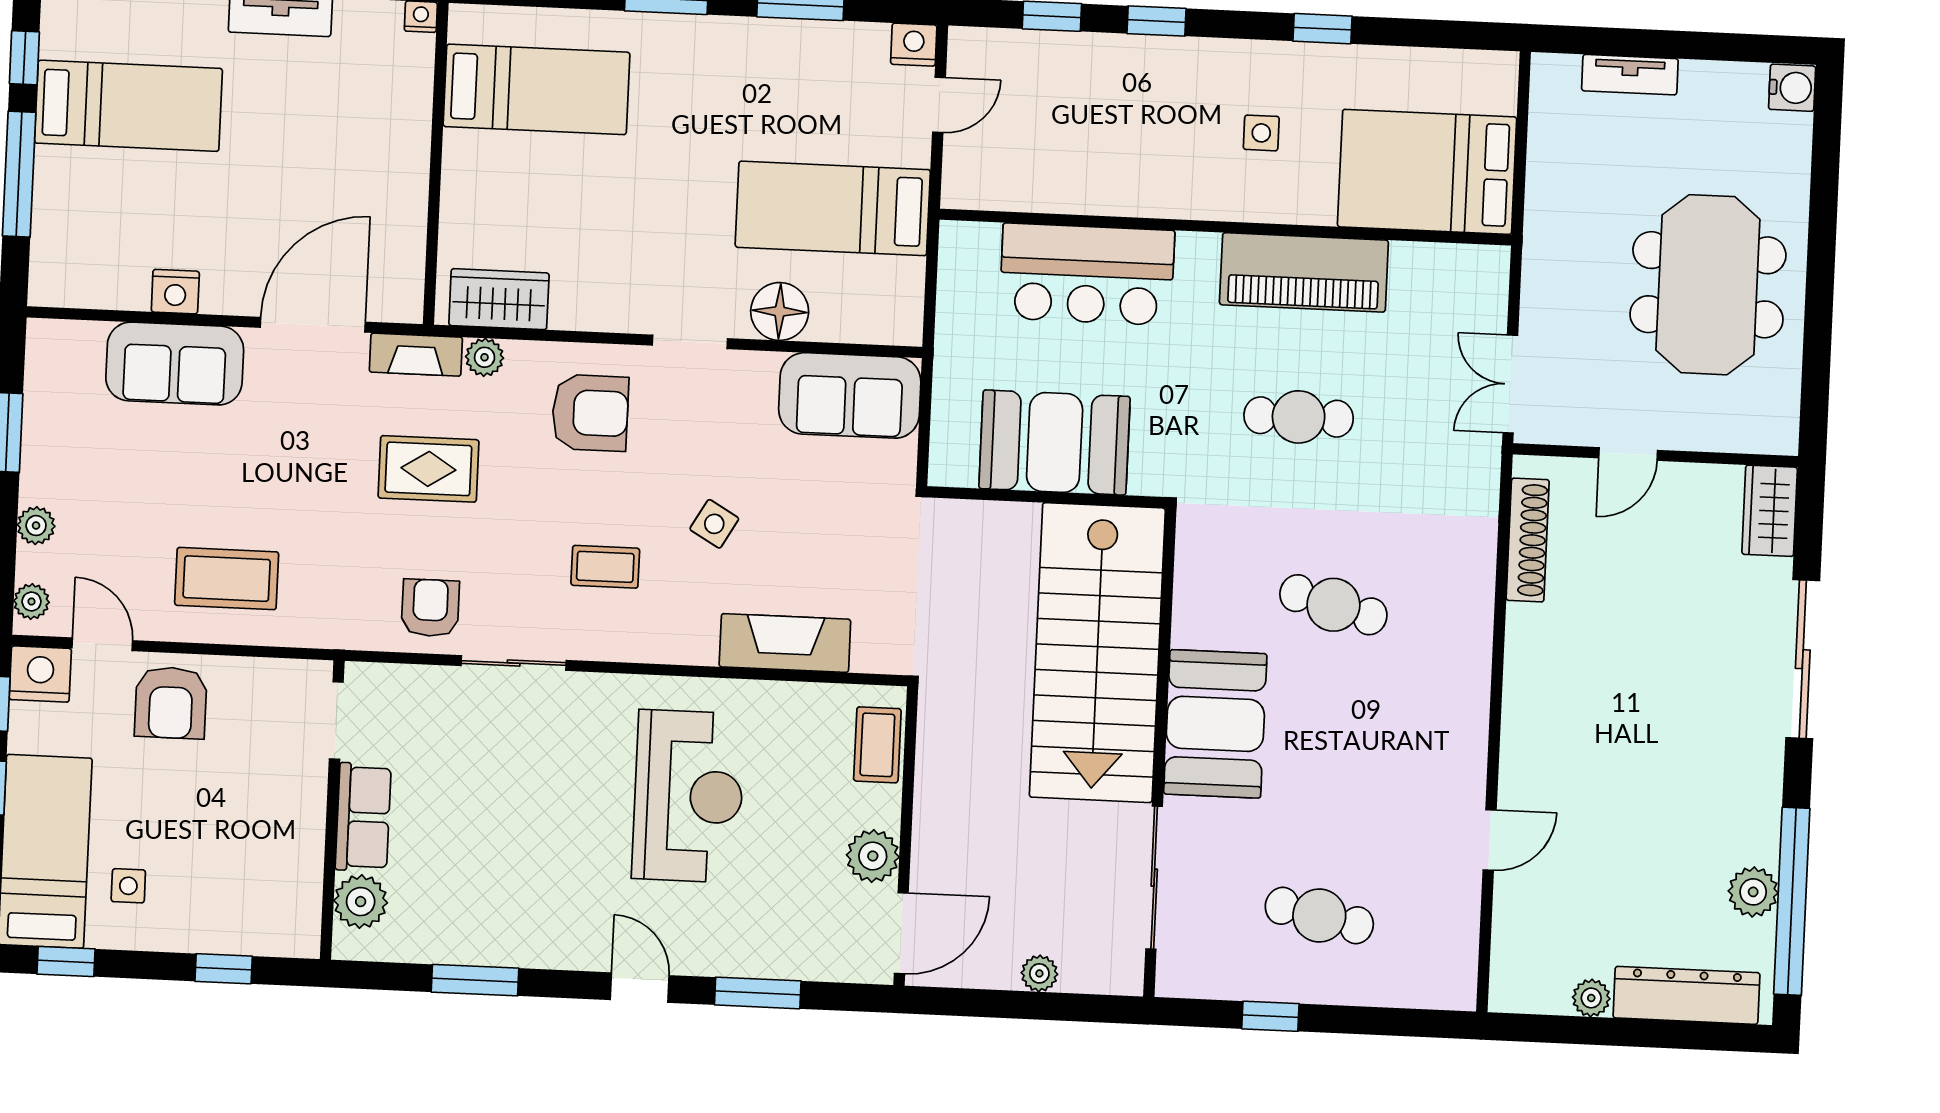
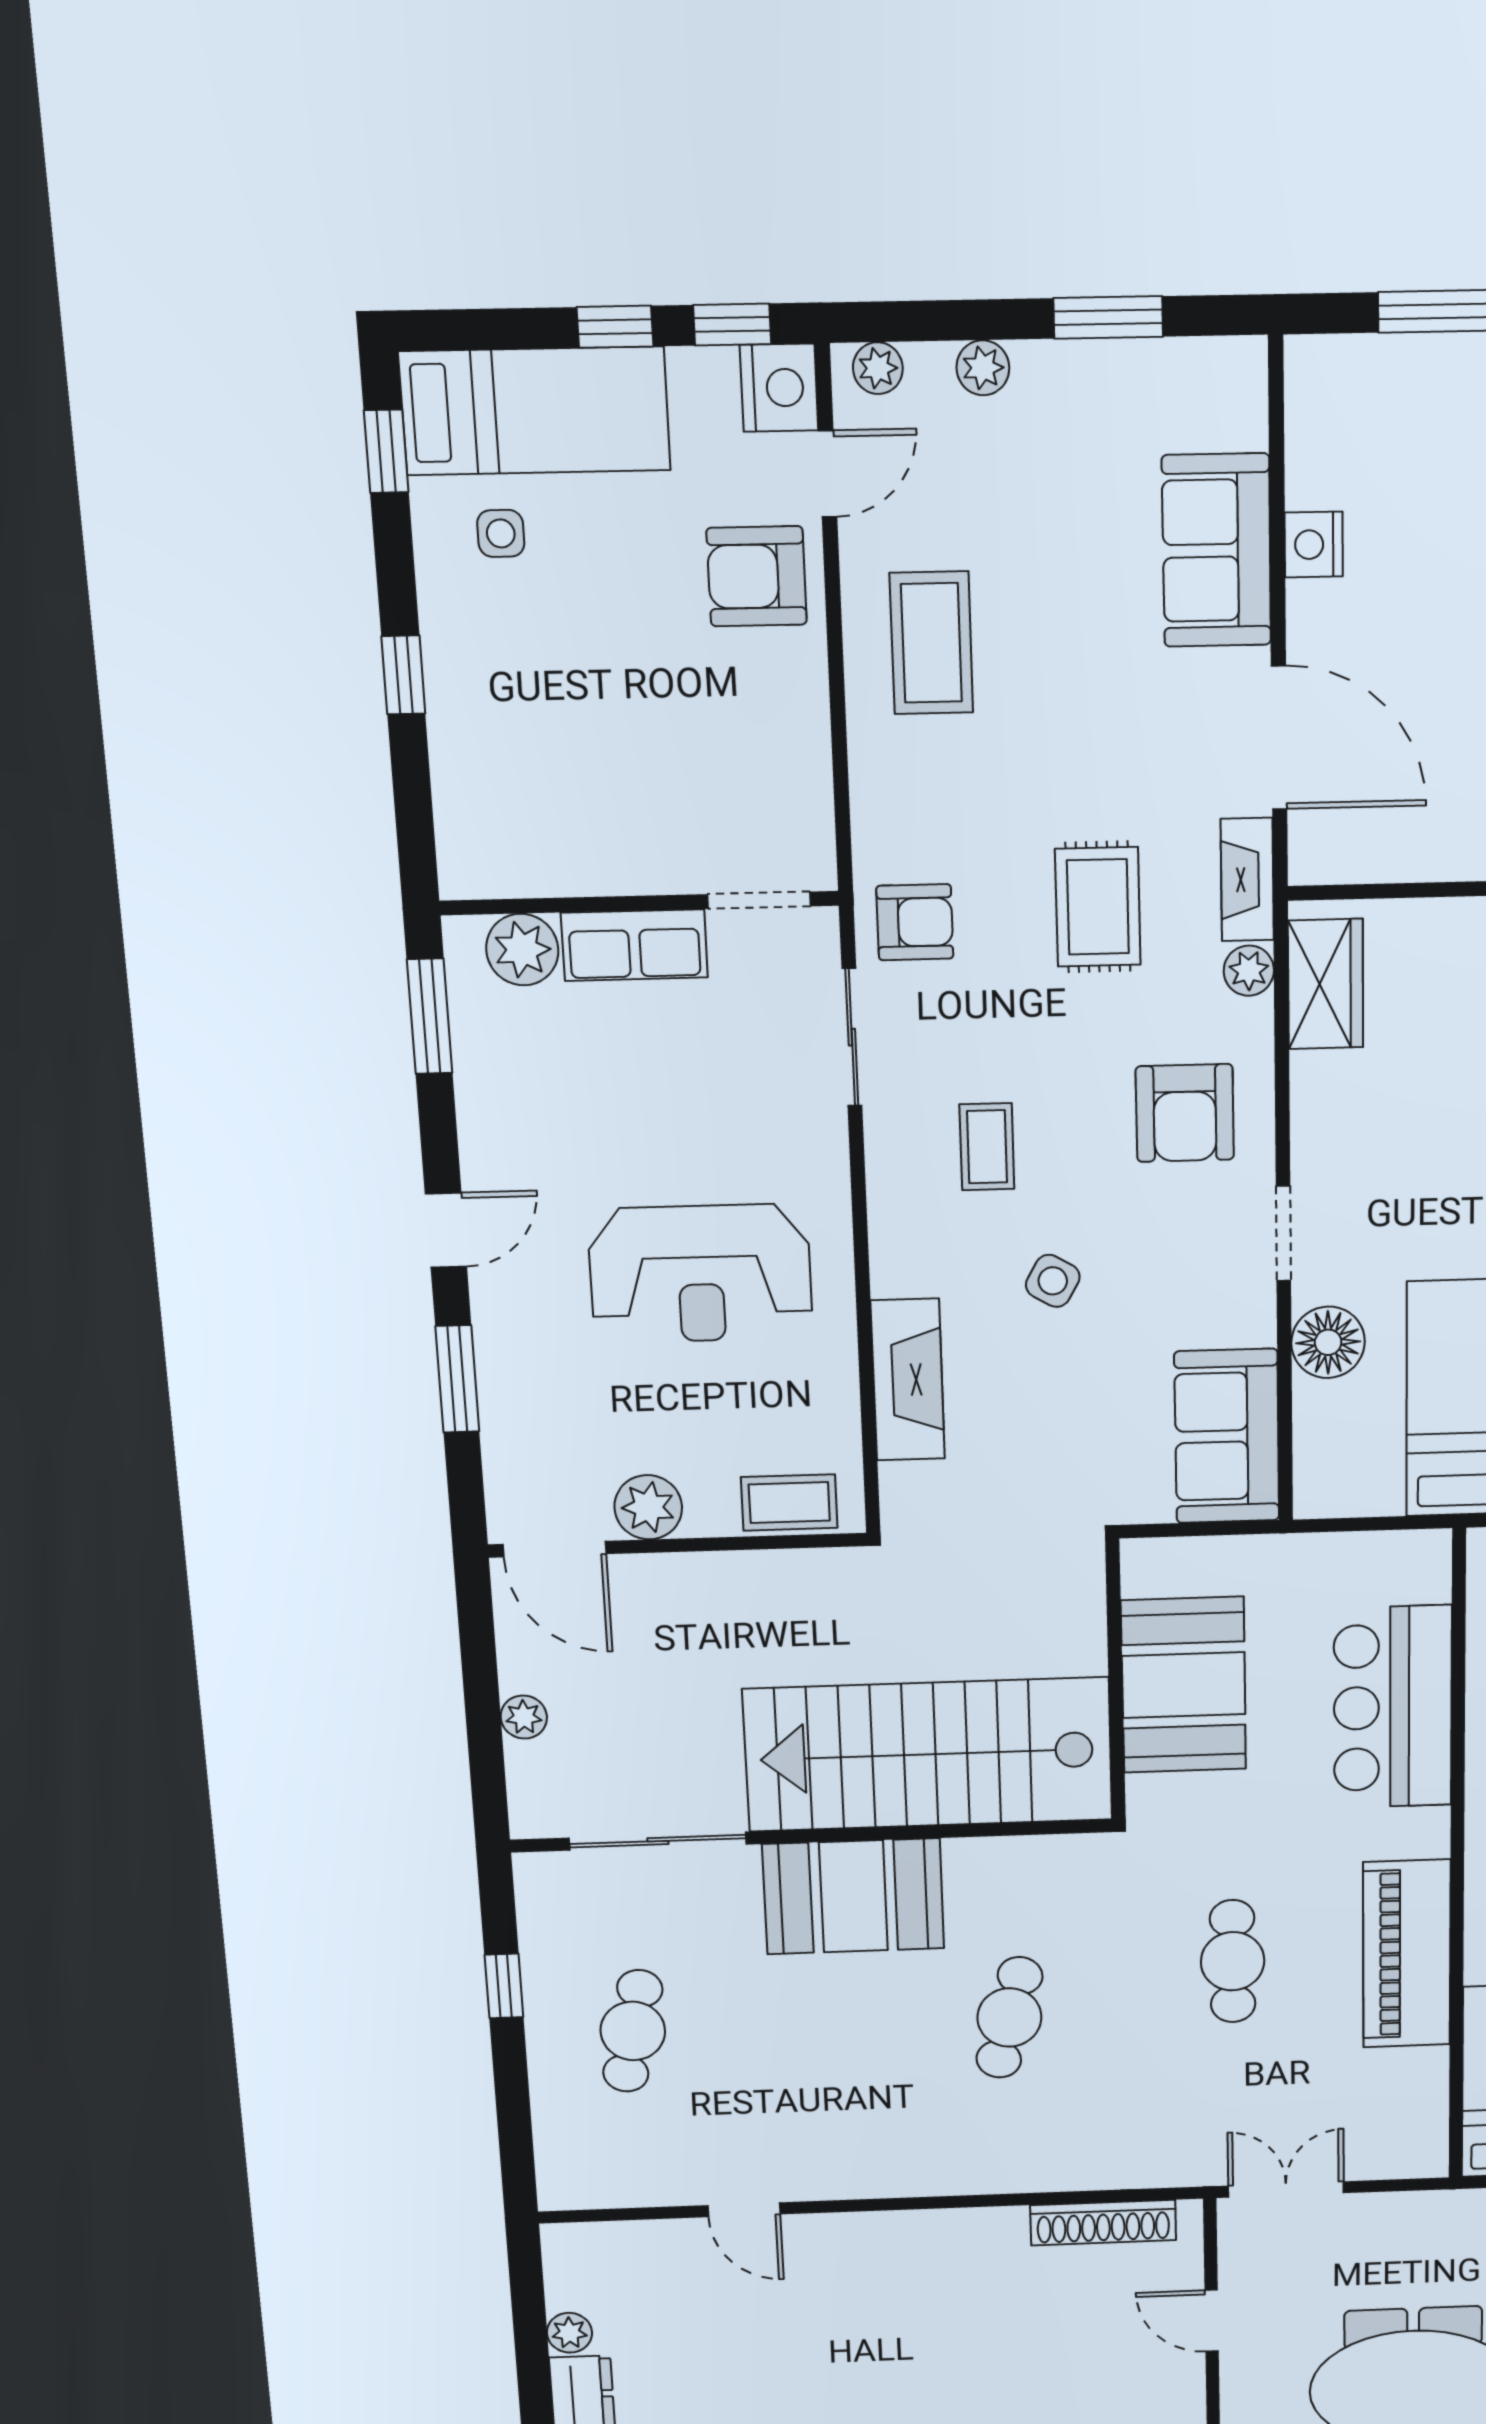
doorway: (336, 720) -> (759, 900), moved
wall: (332, 810) -> (640, 903), moved
row of seats: (363, 817) -> (634, 945), moved
plant: (361, 902) -> (522, 950), moved

